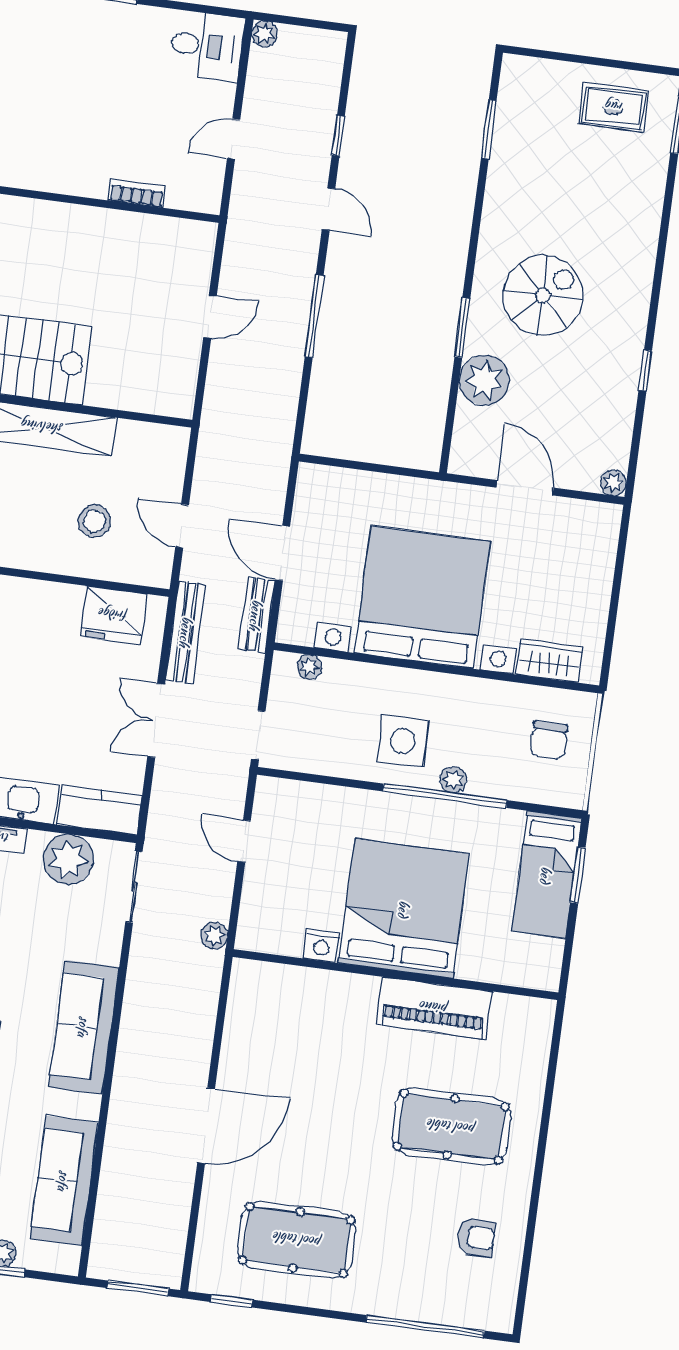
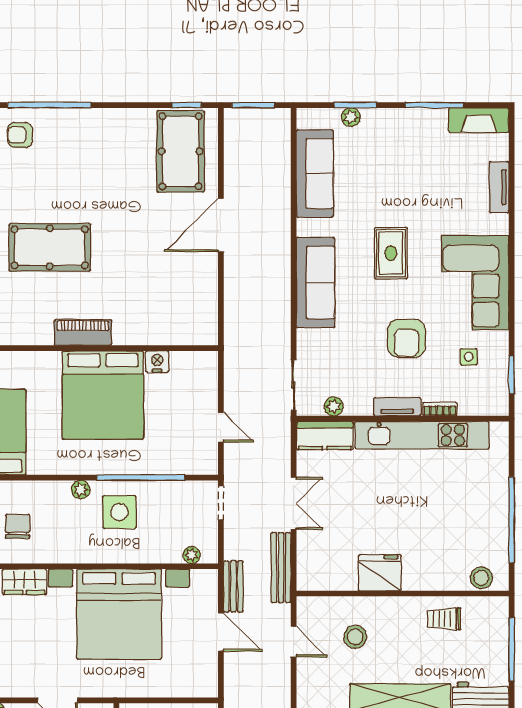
fridge: (113, 615) -> (380, 573), moved
window: (445, 796) -> (141, 478), moved
plant: (68, 859) -> (334, 406), width x0.53, depth x0.53
plant: (214, 936) -> (233, 358), removed
piano: (434, 1008) -> (83, 333), width x0.73, depth x0.75
armchair: (476, 1237) -> (20, 135), moved
pool table: (297, 1240) -> (181, 151), moved, turned 90

